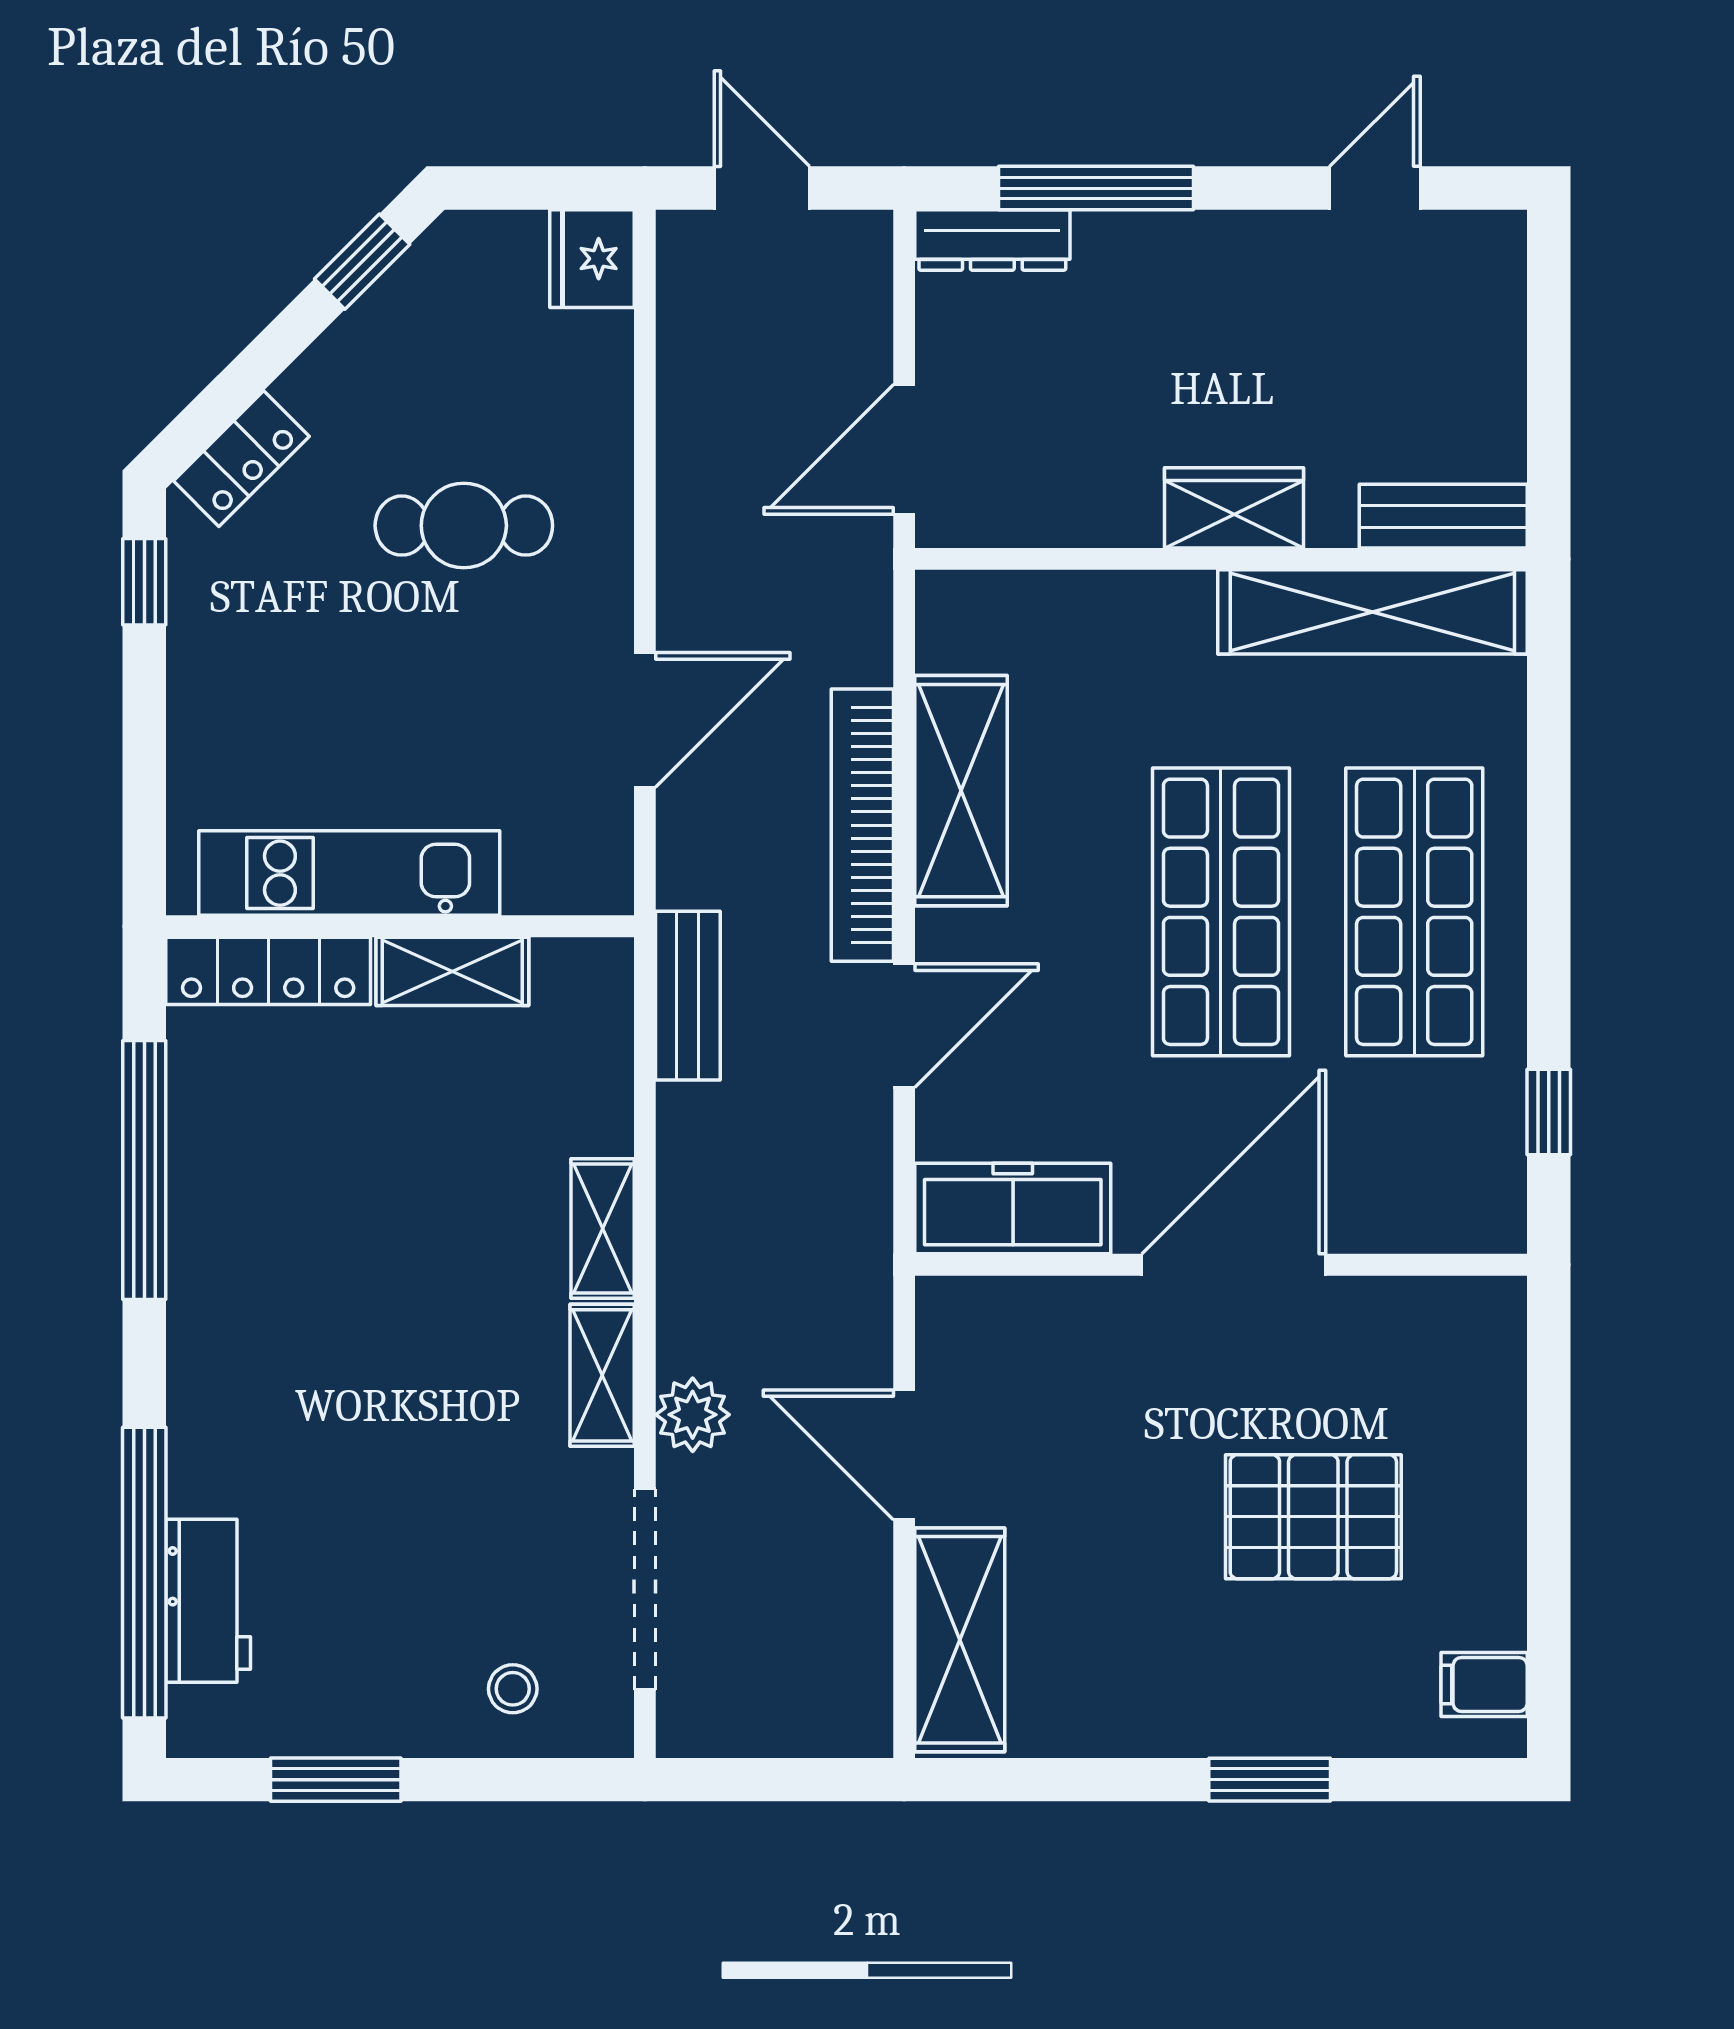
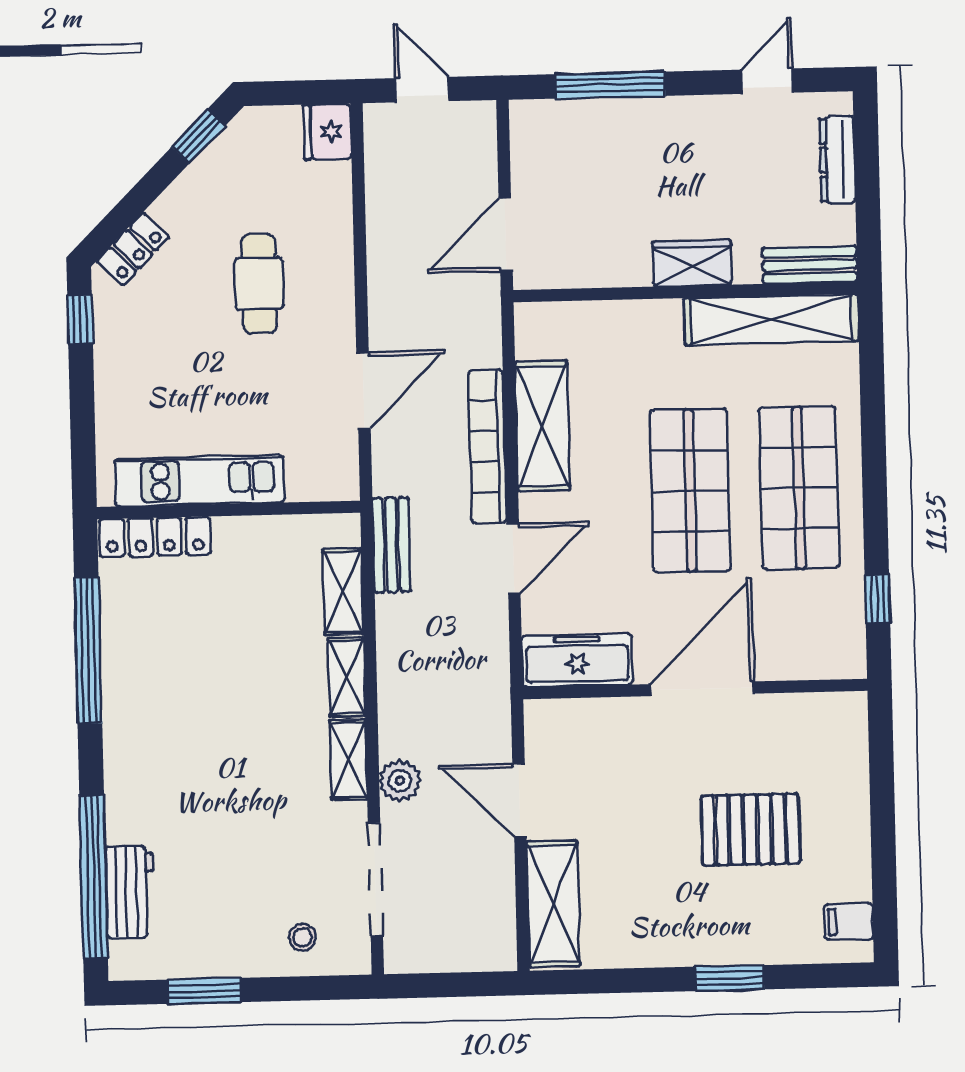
dresser: (992, 240) -> (837, 160), moved, turned 90
cafe table: (464, 526) -> (259, 284), turned 90
shelving: (452, 971) -> (343, 592), moved, turned 90

